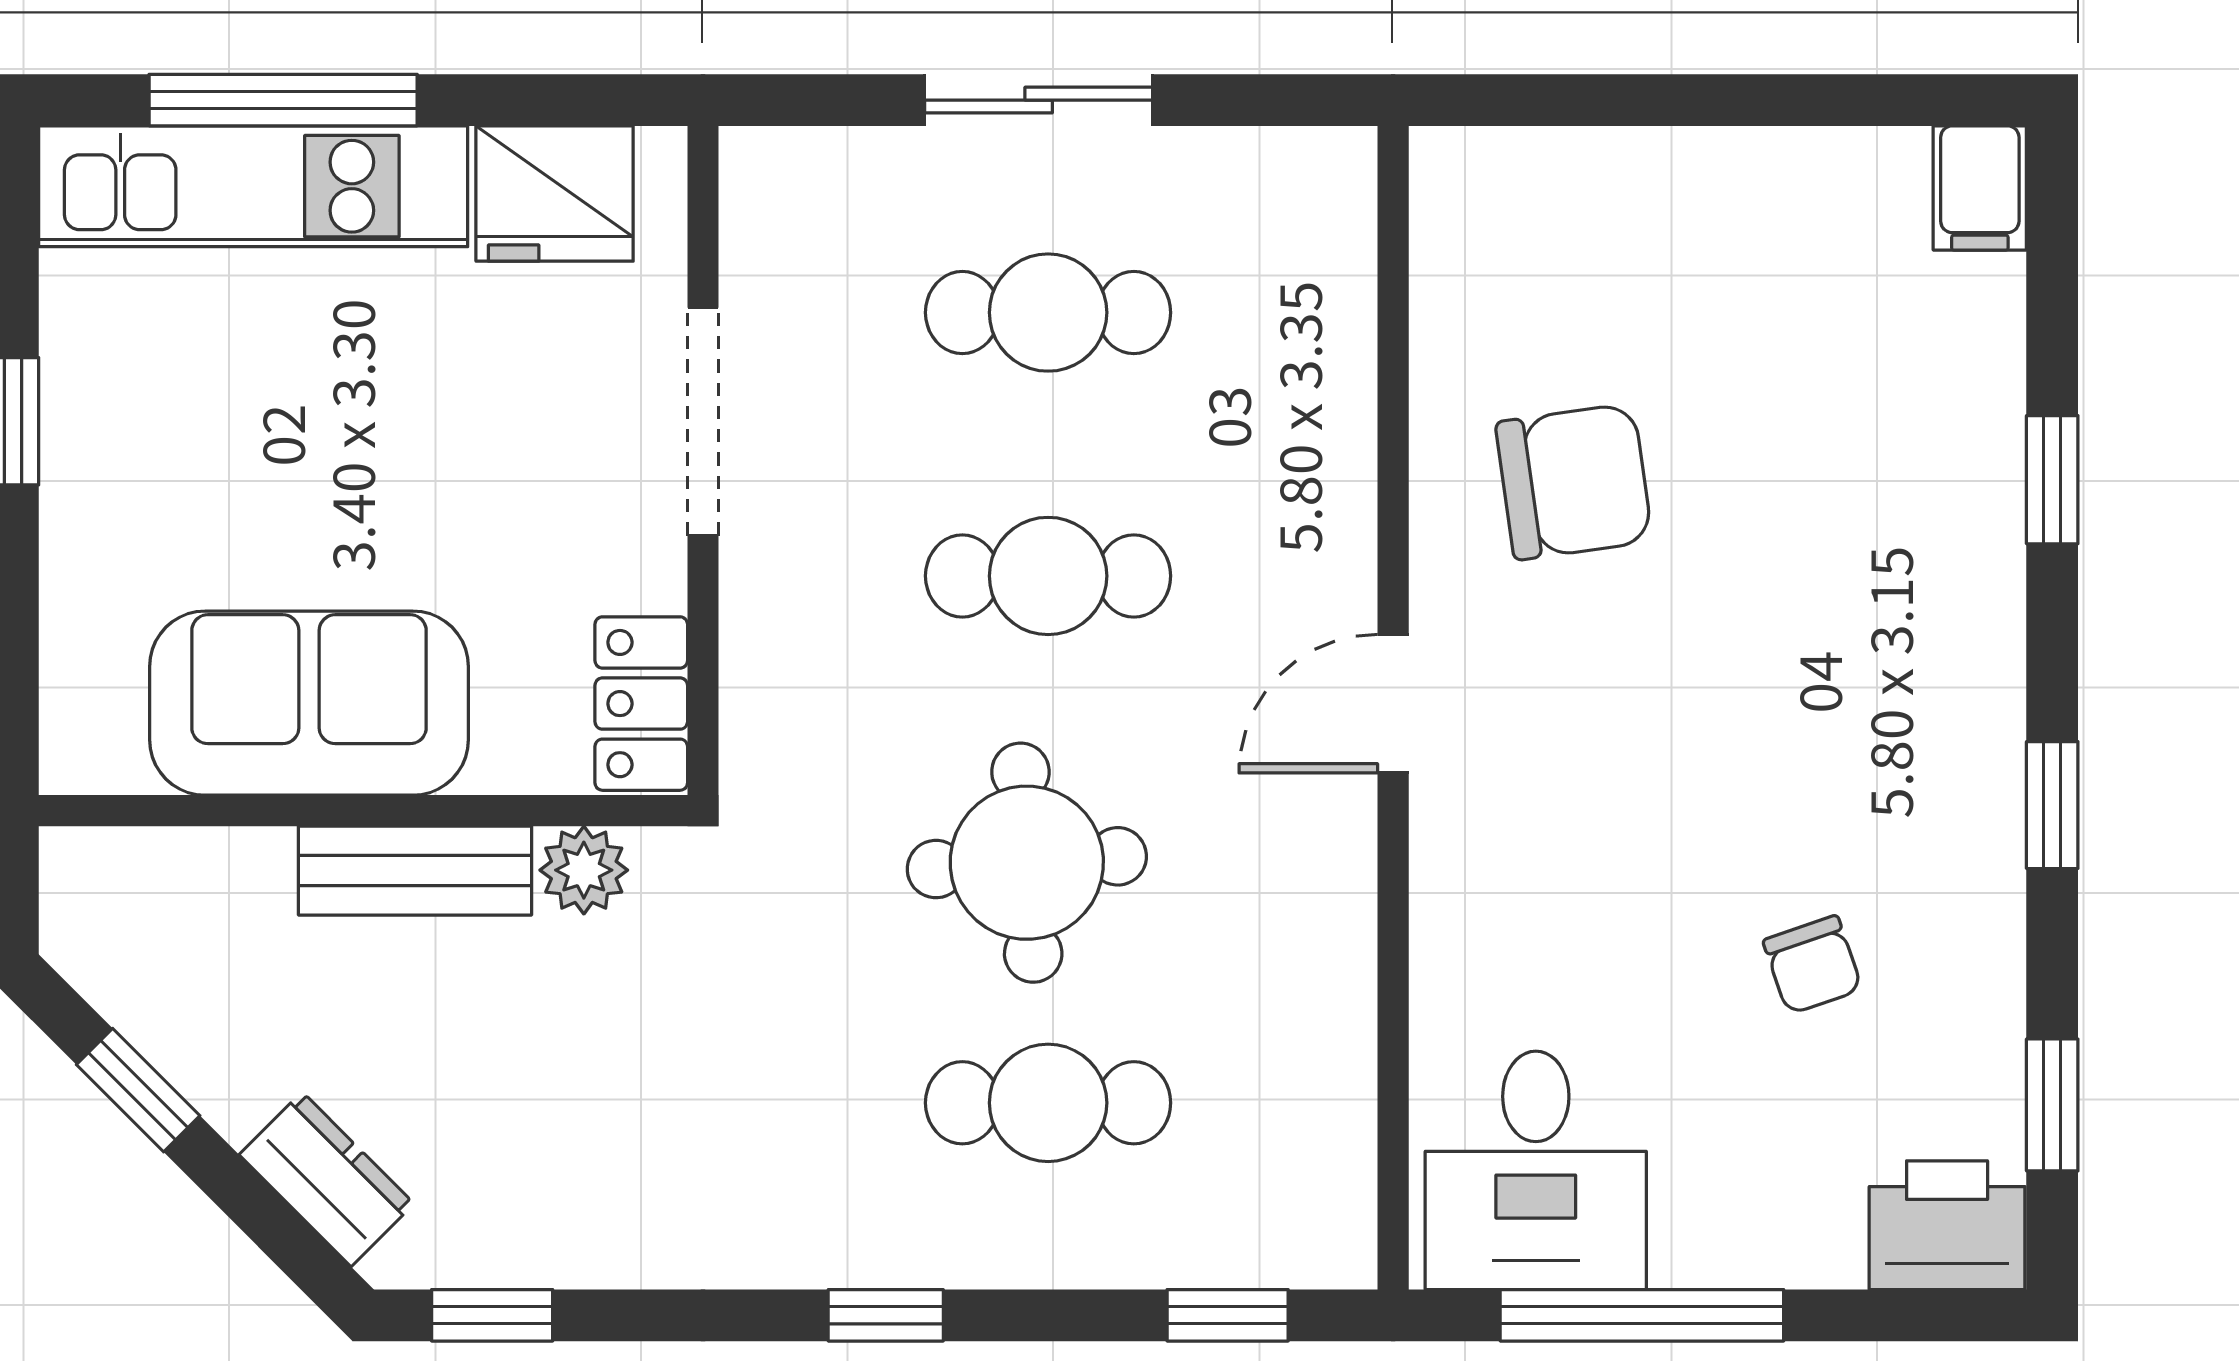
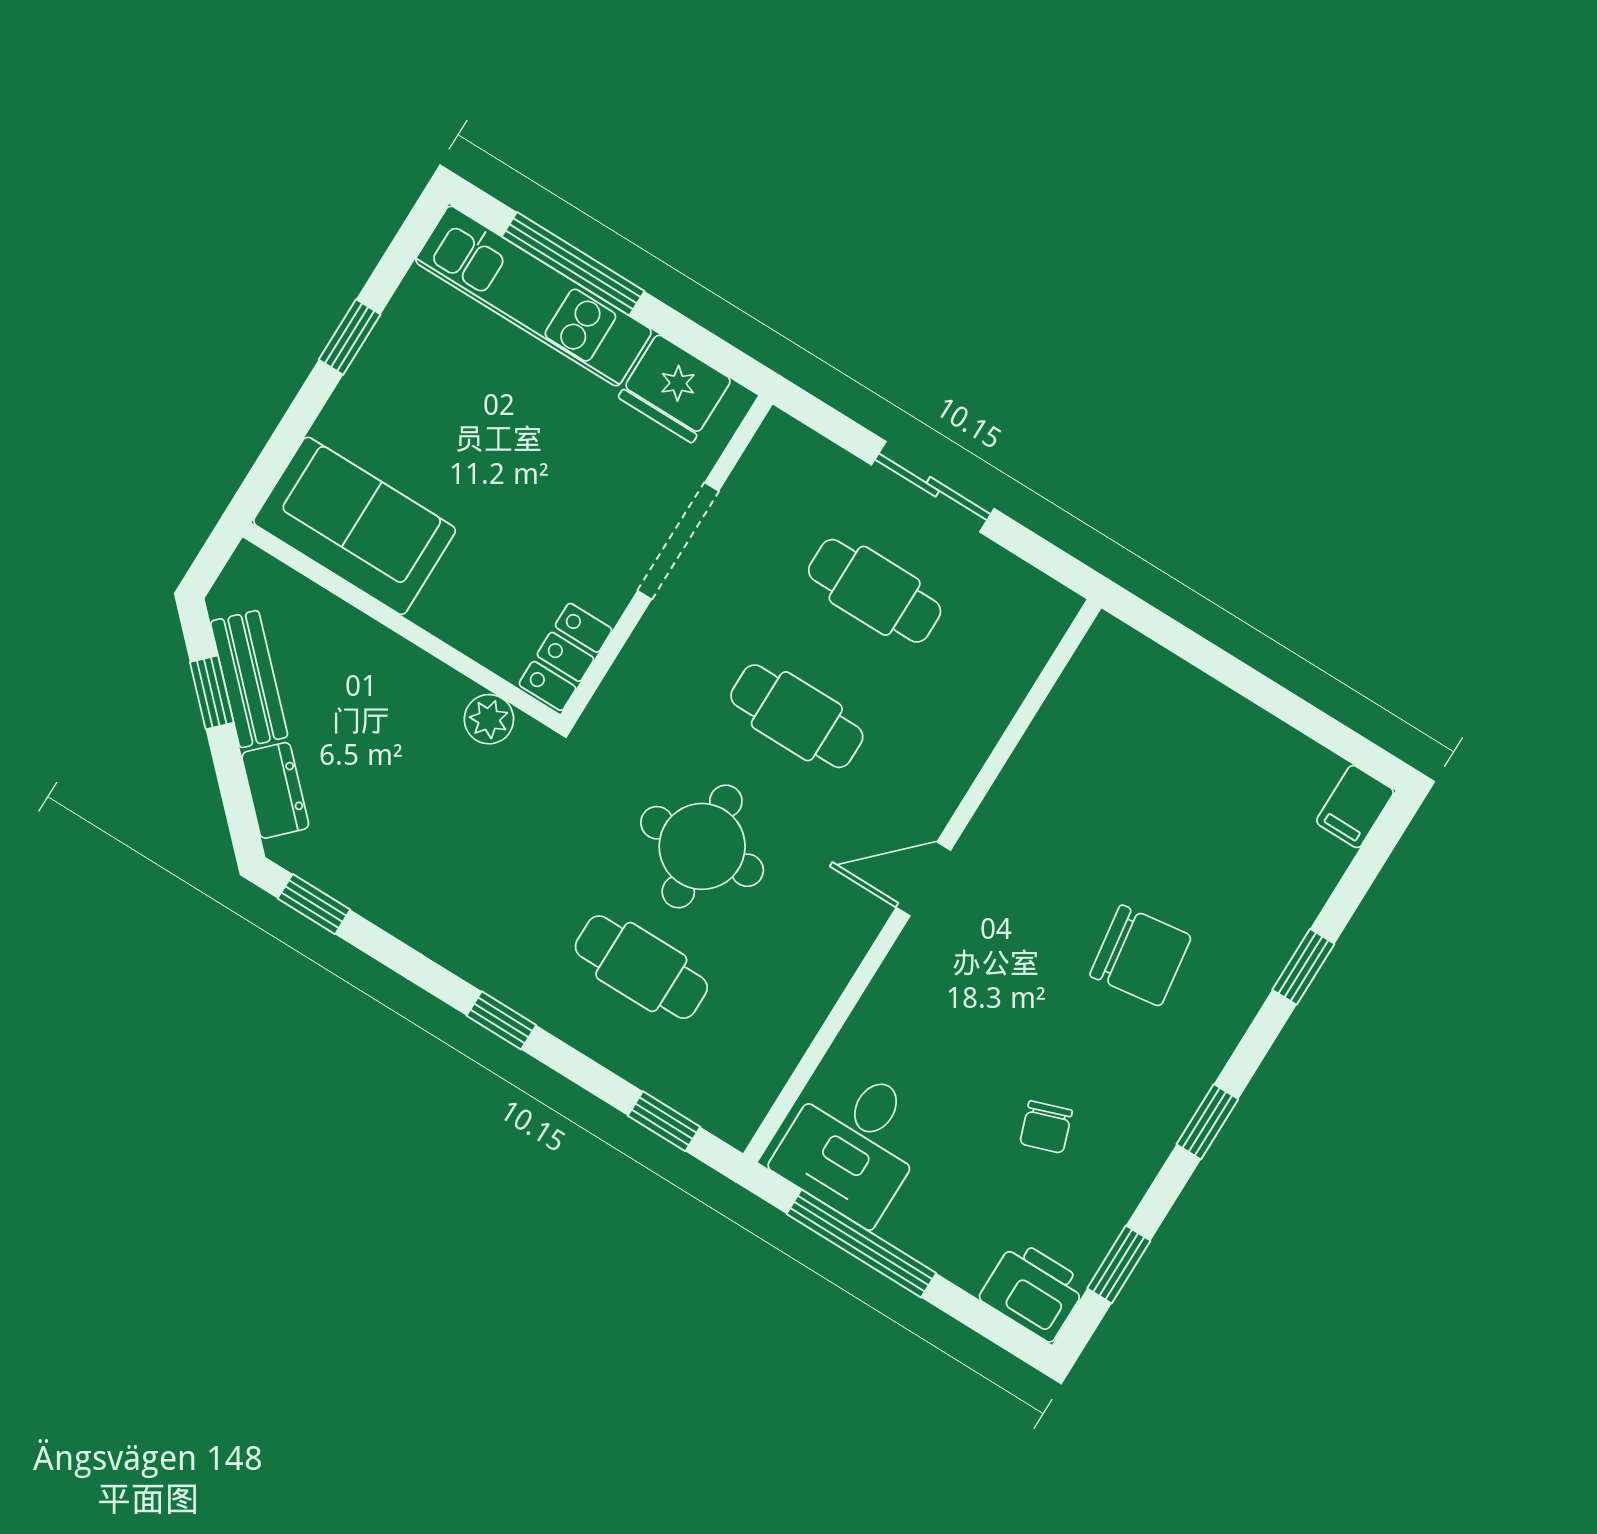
chair: (1574, 482) -> (1141, 956), moved
sofa: (309, 703) -> (355, 526), moved
bench: (415, 871) -> (249, 679), moved, turned 45

